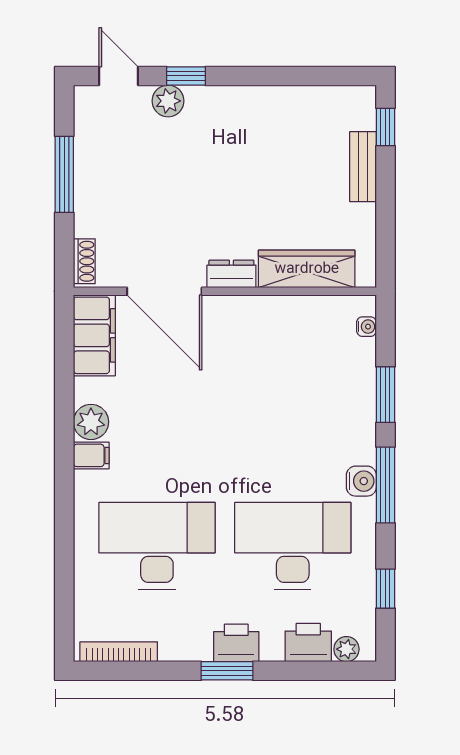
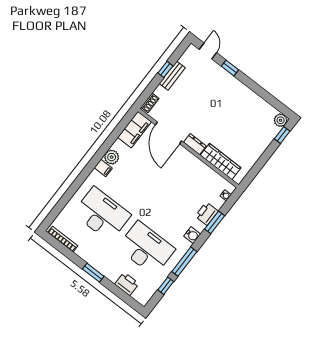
plant: (168, 101) -> (281, 120), moved
bench: (363, 167) -> (172, 76), moved
window: (64, 174) -> (165, 69), width x0.46
water cooler: (361, 481) -> (192, 235), moved
window: (385, 485) -> (184, 262), moved
printer: (236, 643) -> (207, 214), moved, turned -90
plant: (346, 649) -> (138, 296), removed

